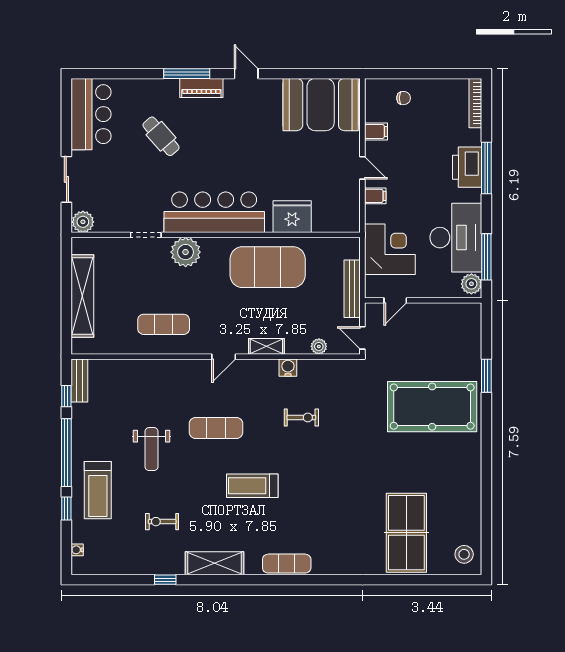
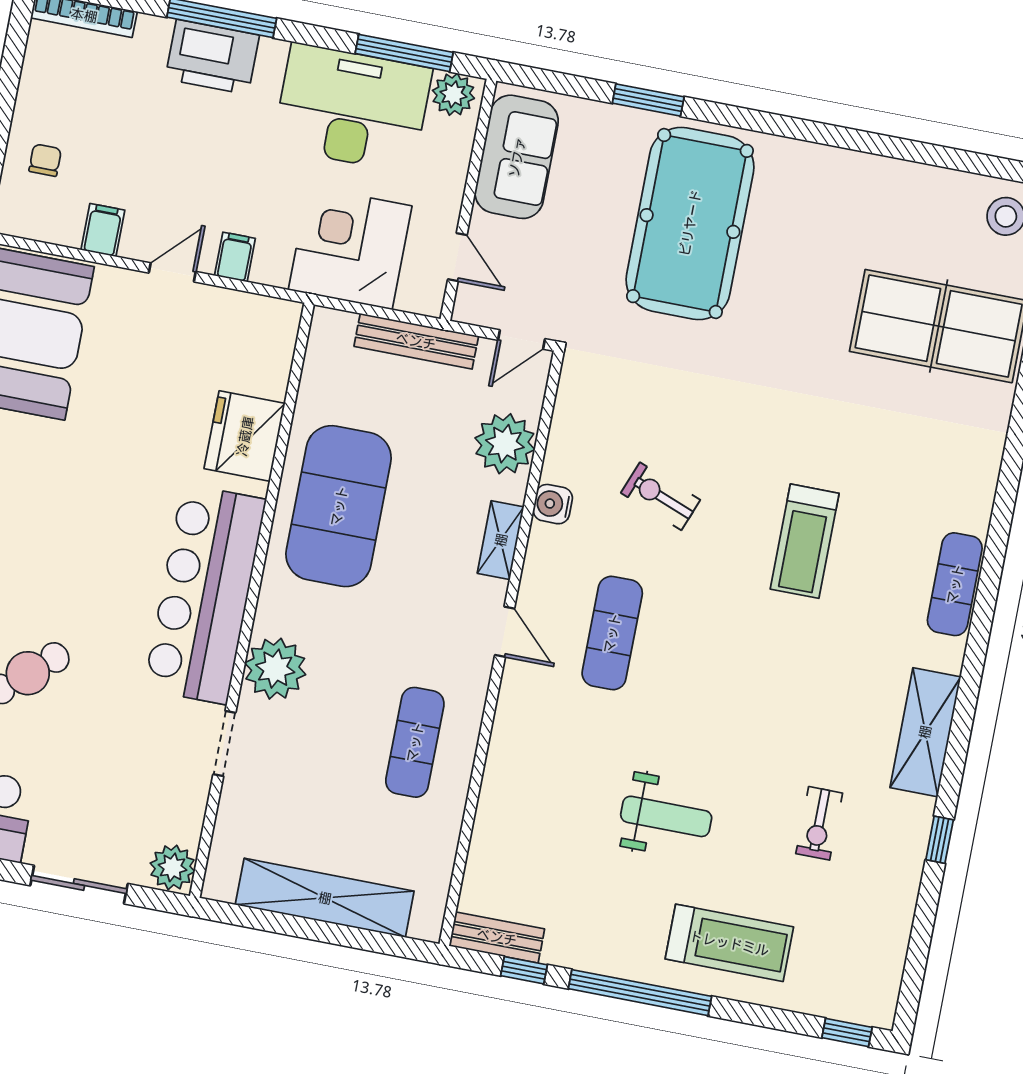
sofa: (448, 319) -> (517, 157), added
plant: (319, 346) -> (505, 444), width x1.88, depth x1.88
exercise bike: (301, 417) -> (661, 496), turned -69
exercise mat: (216, 428) -> (612, 633), moved
treadmill: (252, 486) -> (805, 541), moved
window: (66, 508) -> (847, 1032), moved
water cooler: (77, 550) -> (844, 1009), removed

